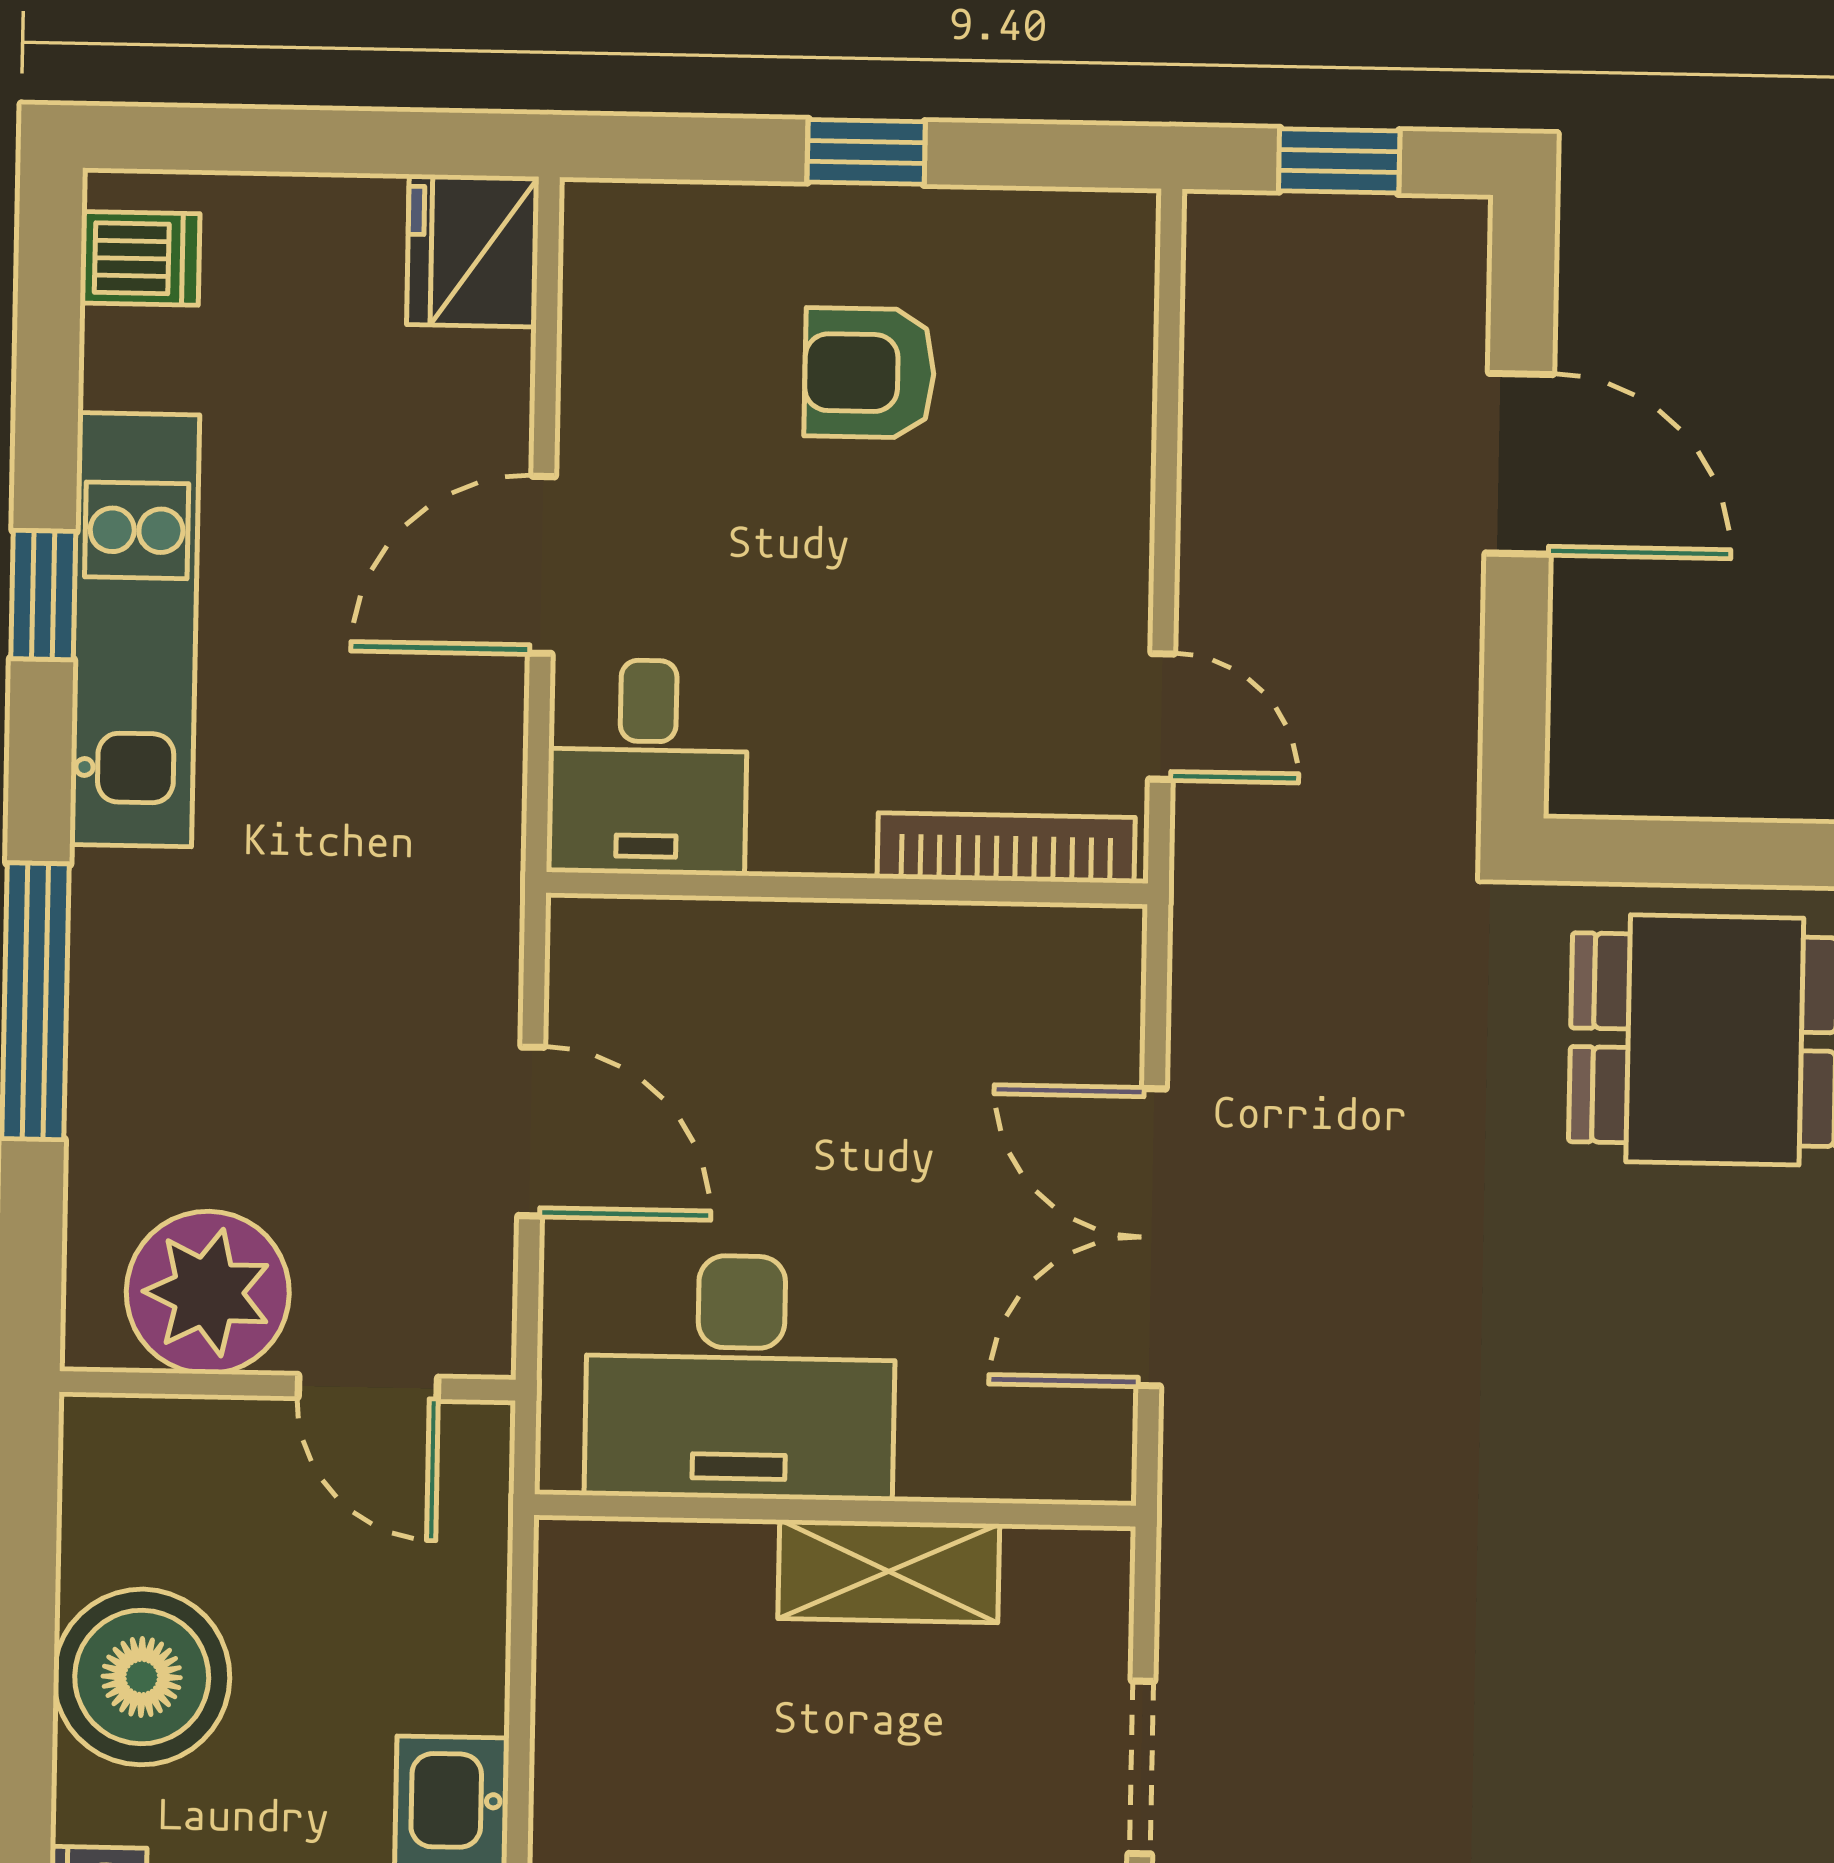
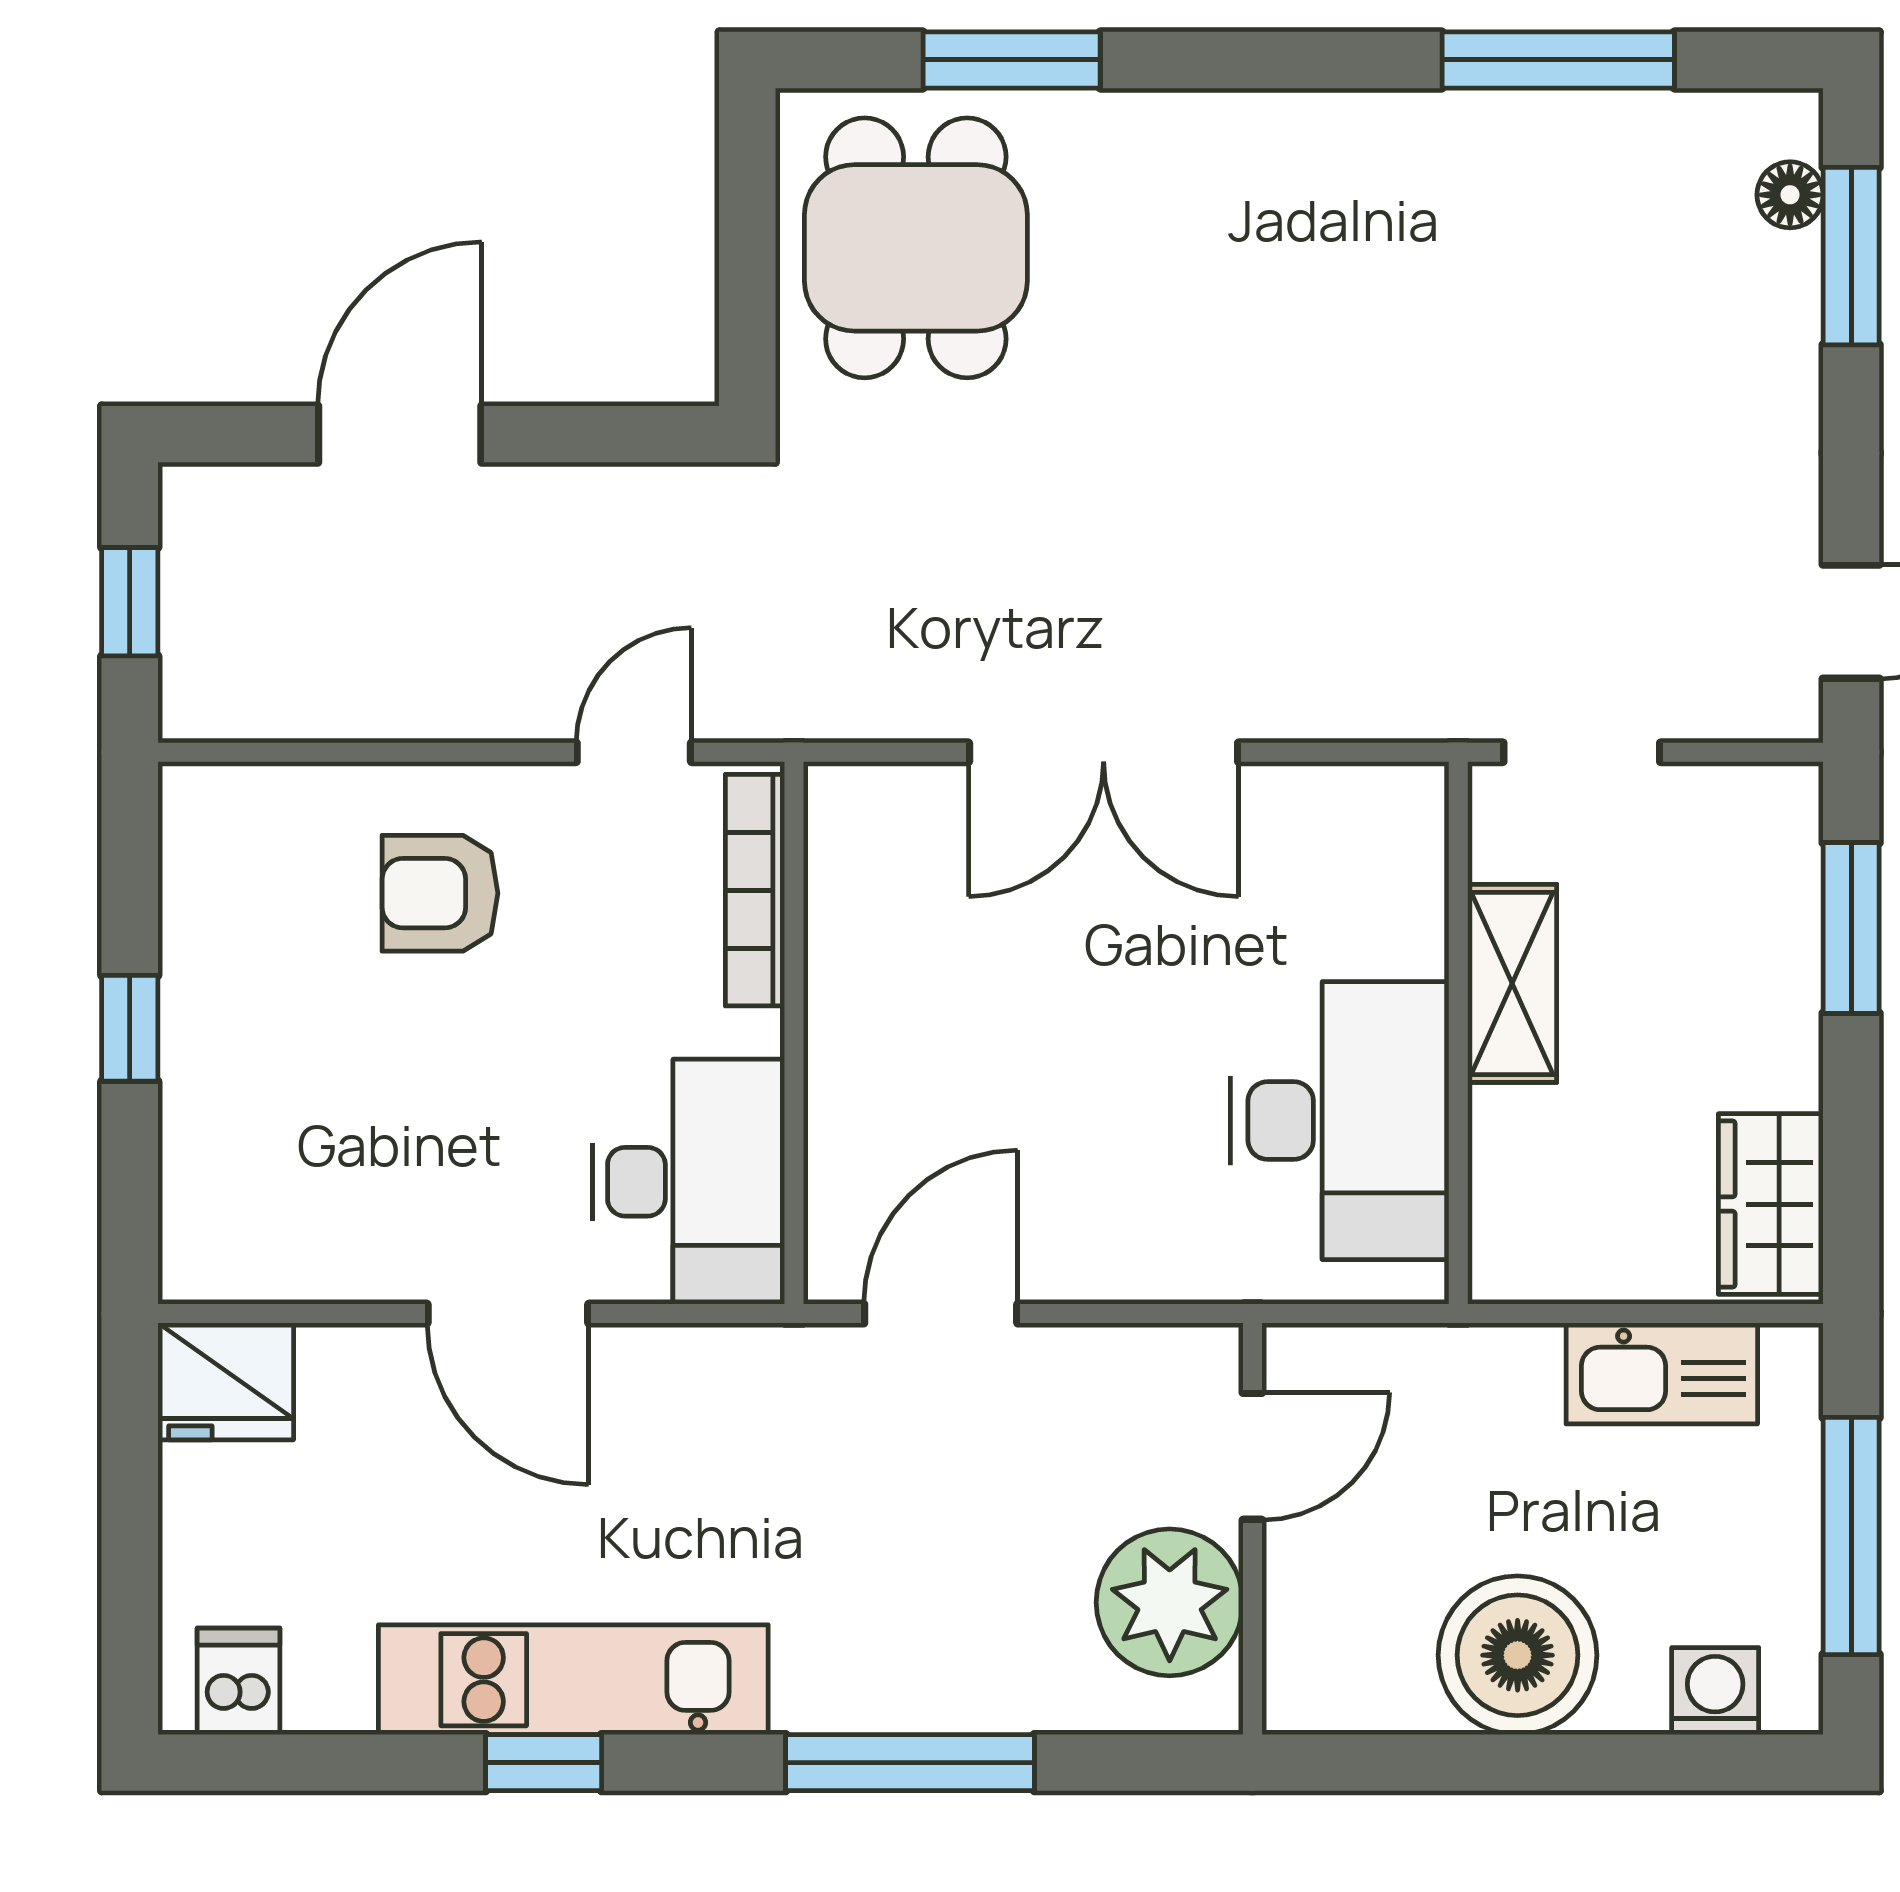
armchair: (869, 373) -> (440, 893), moved, turned 90
desk: (647, 767) -> (688, 1182), width x1.37
door: (531, 1131) -> (941, 1314), moved
desk: (740, 1377) -> (1340, 1121), moved
wall: (835, 1510) -> (1458, 1033), moved
shelving: (889, 1571) -> (1512, 983), moved

